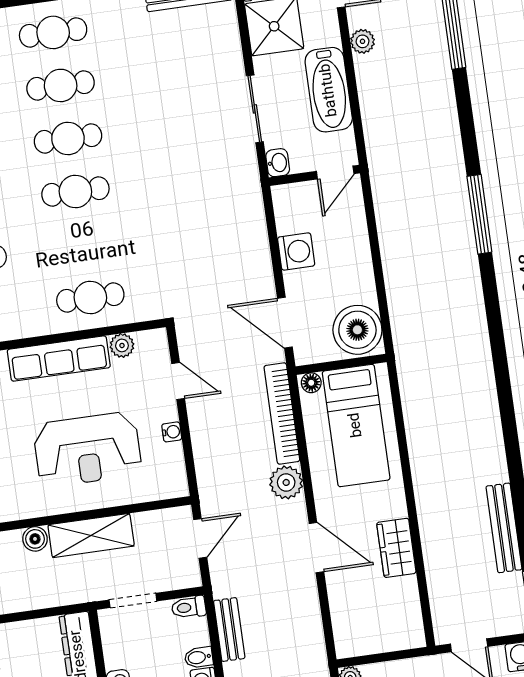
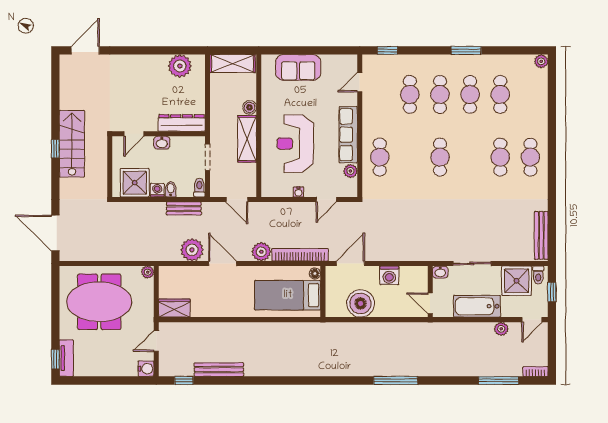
cafe table: (68, 138) -> (470, 157), removed
boiler: (357, 330) -> (361, 303), moved
door: (316, 548) -> (223, 264), swing flipped
wardrobe: (396, 548) -> (174, 308), moved
plant: (300, 605) -> (192, 250), added

